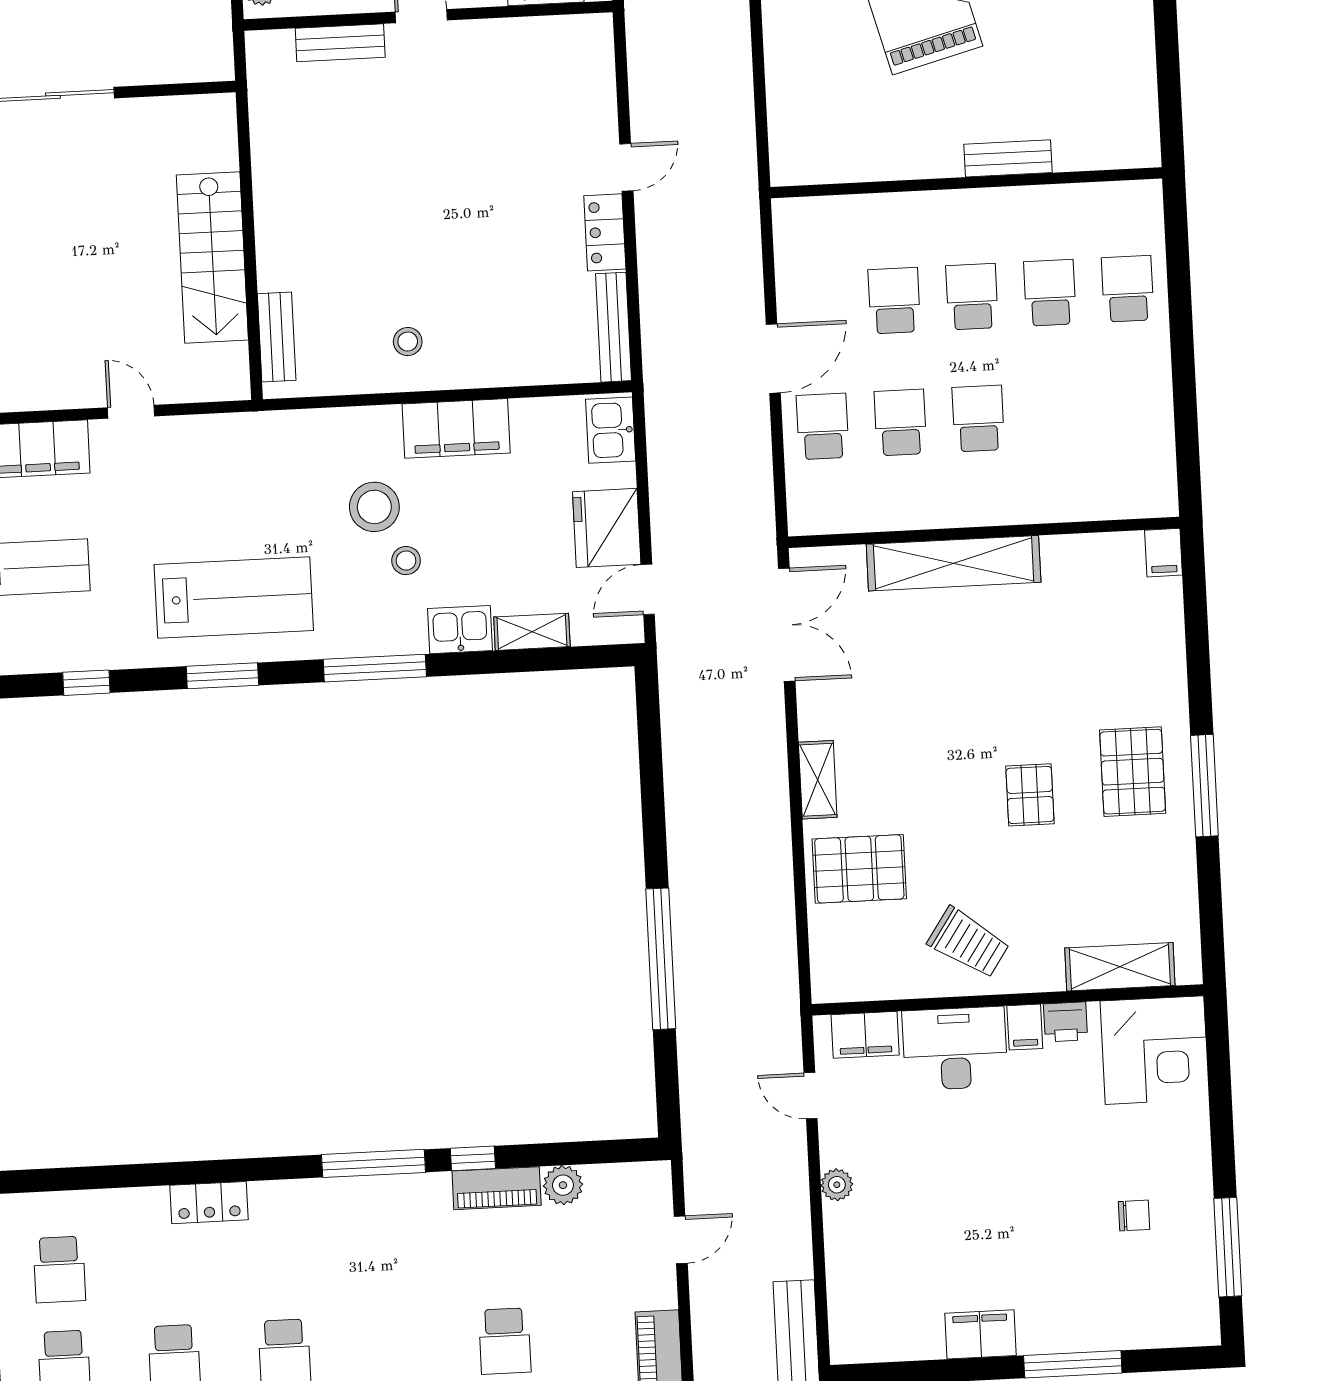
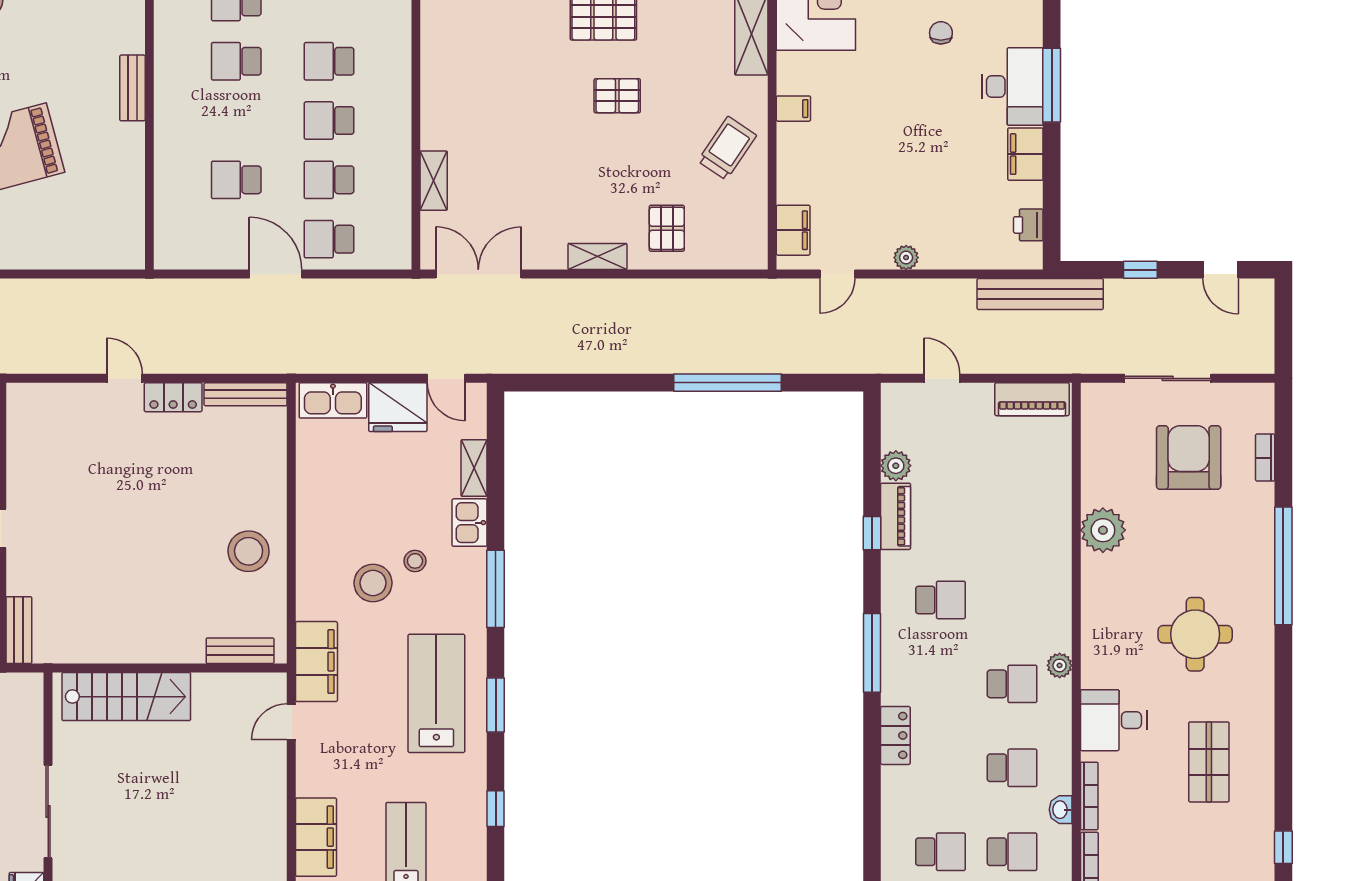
bench: (340, 43) -> (19, 630), moved
stairs: (212, 257) -> (126, 697), moved
school desk: (972, 297) -> (329, 61), moved
stool: (408, 341) -> (249, 551), width x1.89, depth x1.89
door: (131, 412) -> (291, 722), moved
filing cabinet: (456, 428) -> (316, 662), moved
kitchen sink: (611, 430) -> (333, 400), width x1.38
shelving: (954, 563) -> (434, 181), width x0.45, depth x0.75
pallet: (859, 869) -> (667, 228), width x0.67, depth x0.71
printer: (1066, 1022) -> (1028, 225), moved, turned 180
desk: (955, 1049) -> (1012, 86), moved, turned 180
window: (374, 1163) -> (872, 653), moved
school desk: (505, 1341) -> (941, 600), moved

